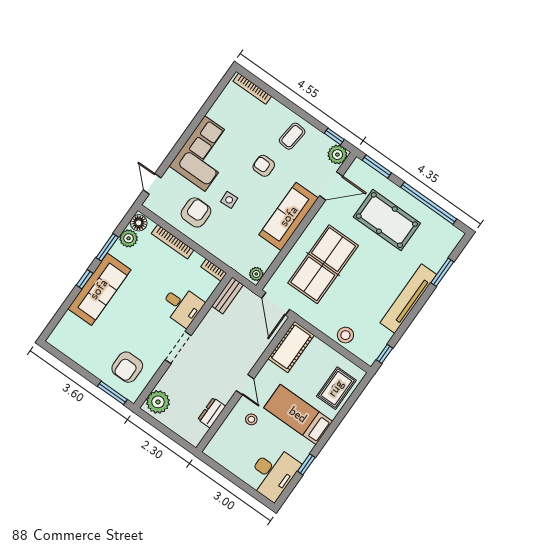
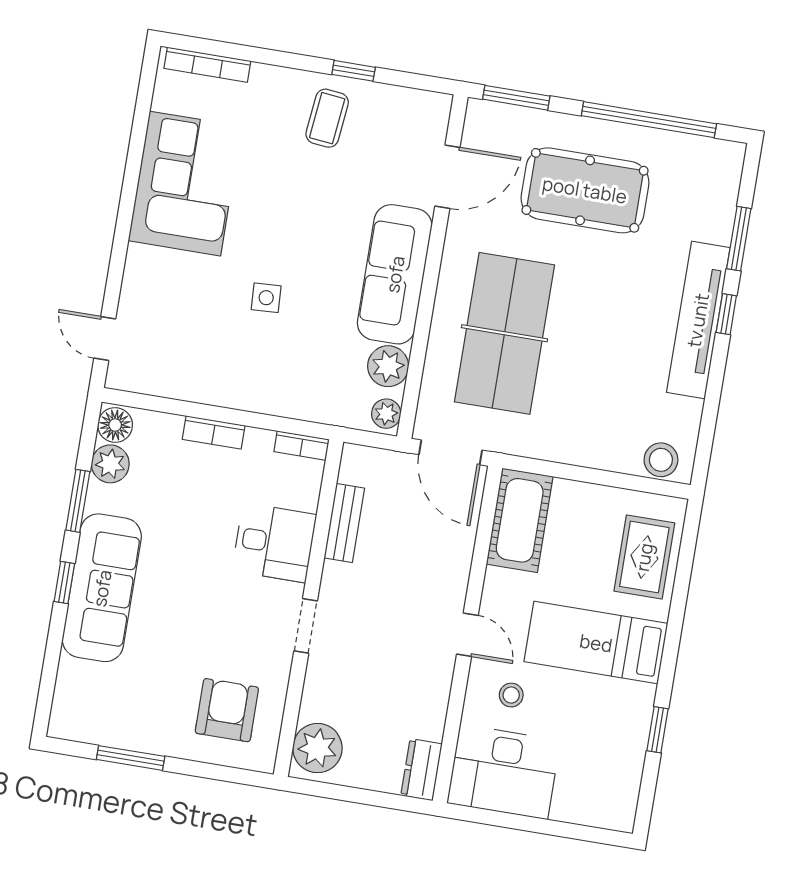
window: (334, 136) -> (354, 71), moved
corner sofa: (205, 153) -> (185, 184), moved
plant: (337, 155) -> (388, 366), moved
armchair: (264, 166) -> (300, 201), removed
armchair: (196, 212) -> (215, 352), removed
bookcase: (173, 242) -> (214, 432), width x0.64
bench: (227, 296) -> (344, 523), moved
stool: (345, 335) -> (661, 460), moved
doorway: (178, 348) -> (306, 626), width x0.73
window: (384, 354) -> (726, 314), moved
armchair: (127, 367) -> (227, 710), turned 180
window: (112, 393) -> (131, 758), moved
dresser: (212, 413) -> (421, 770), moved
desk: (273, 473) -> (504, 772), moved, turned 90

